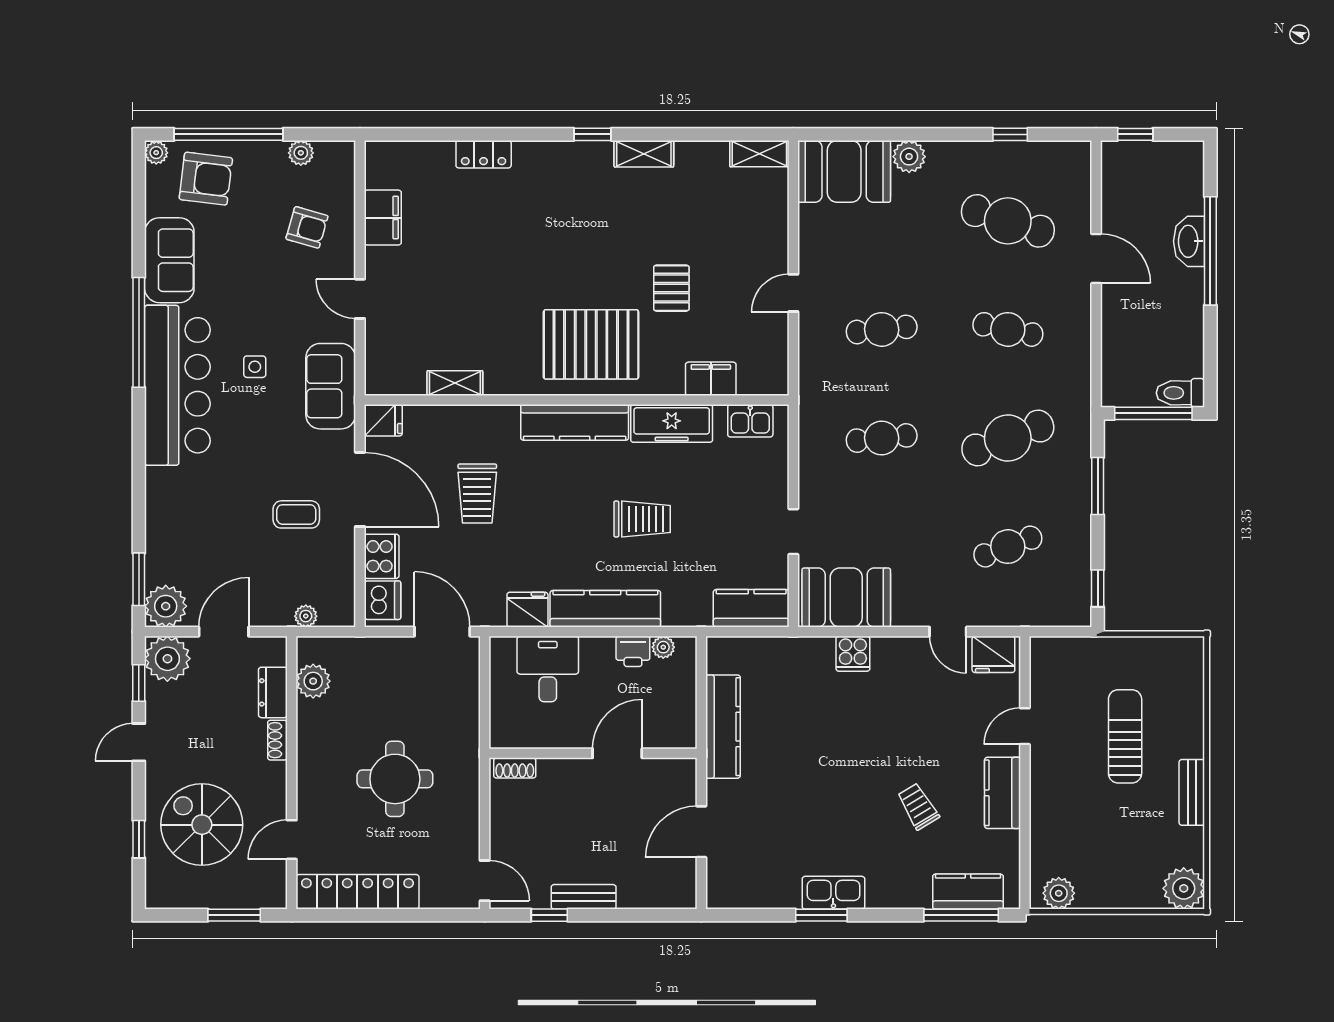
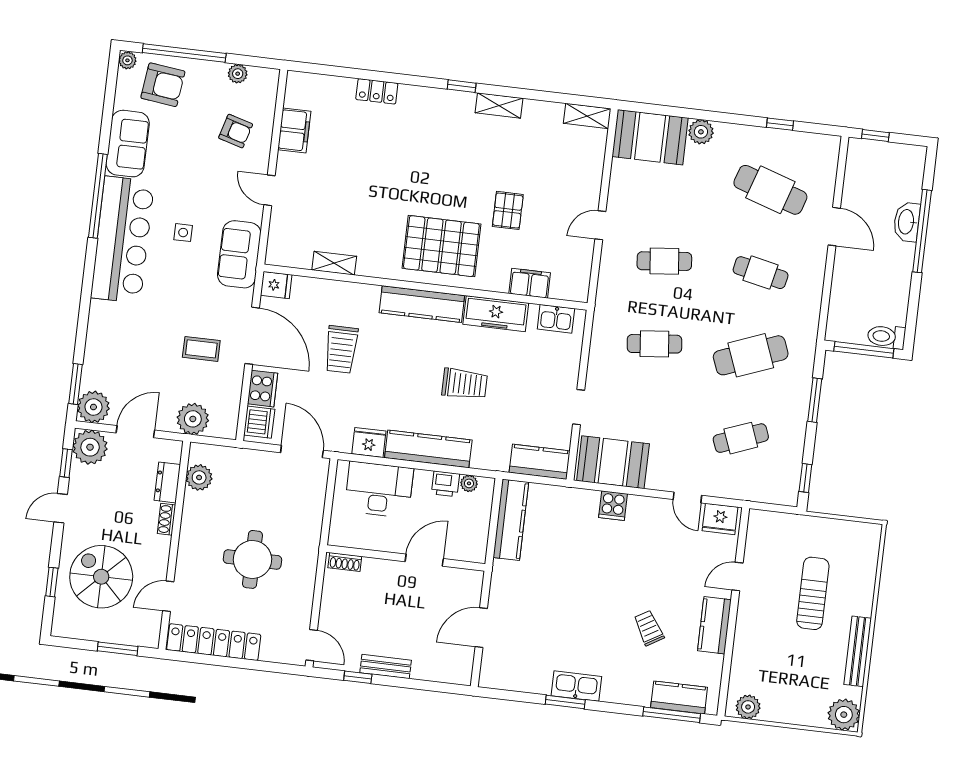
plant: (306, 616) -> (193, 419), width x1.88, depth x1.88
desk: (548, 669) -> (379, 490), width x1.37
kitchen counter: (723, 727) -> (511, 520), moved
bench: (1192, 792) -> (858, 651), width x1.36

